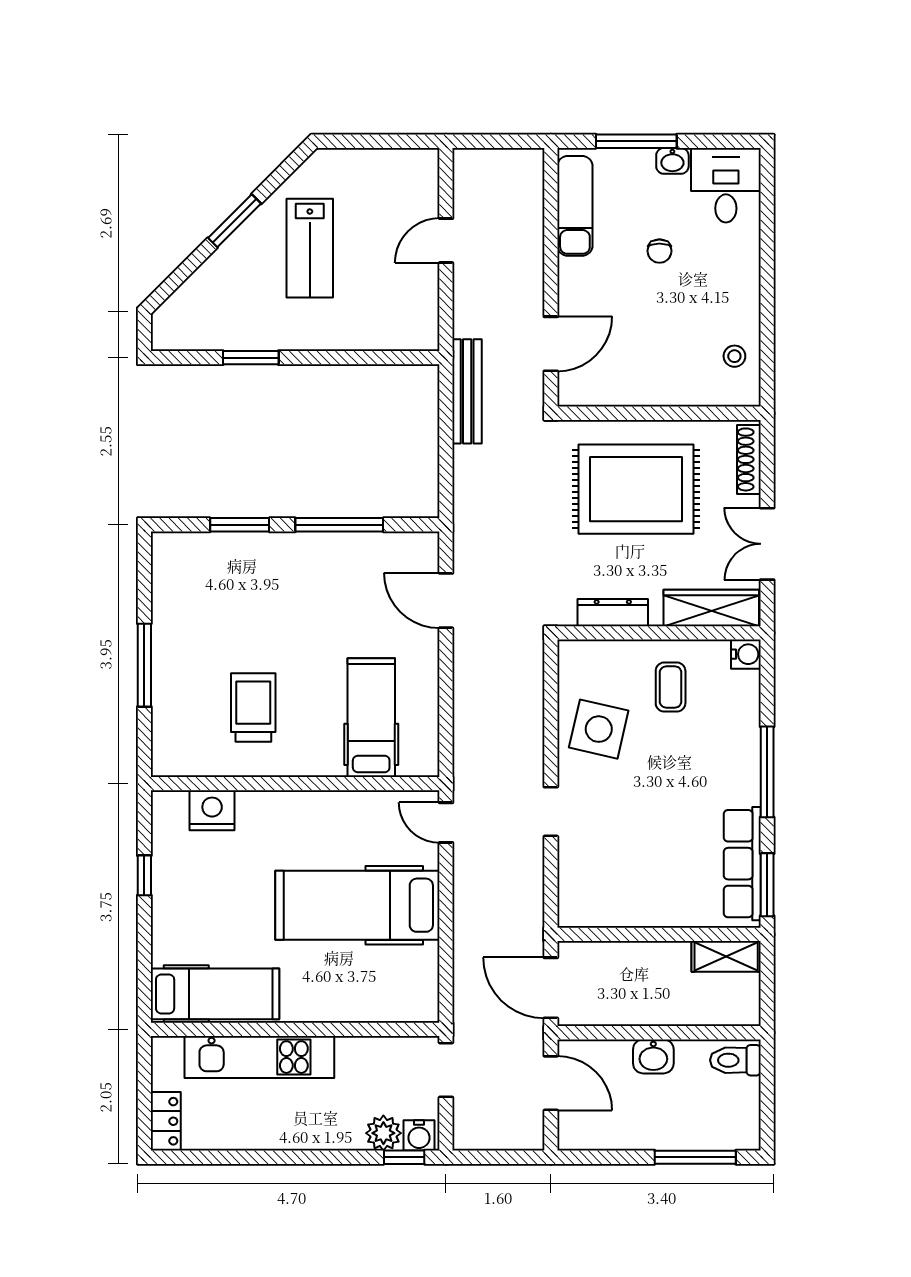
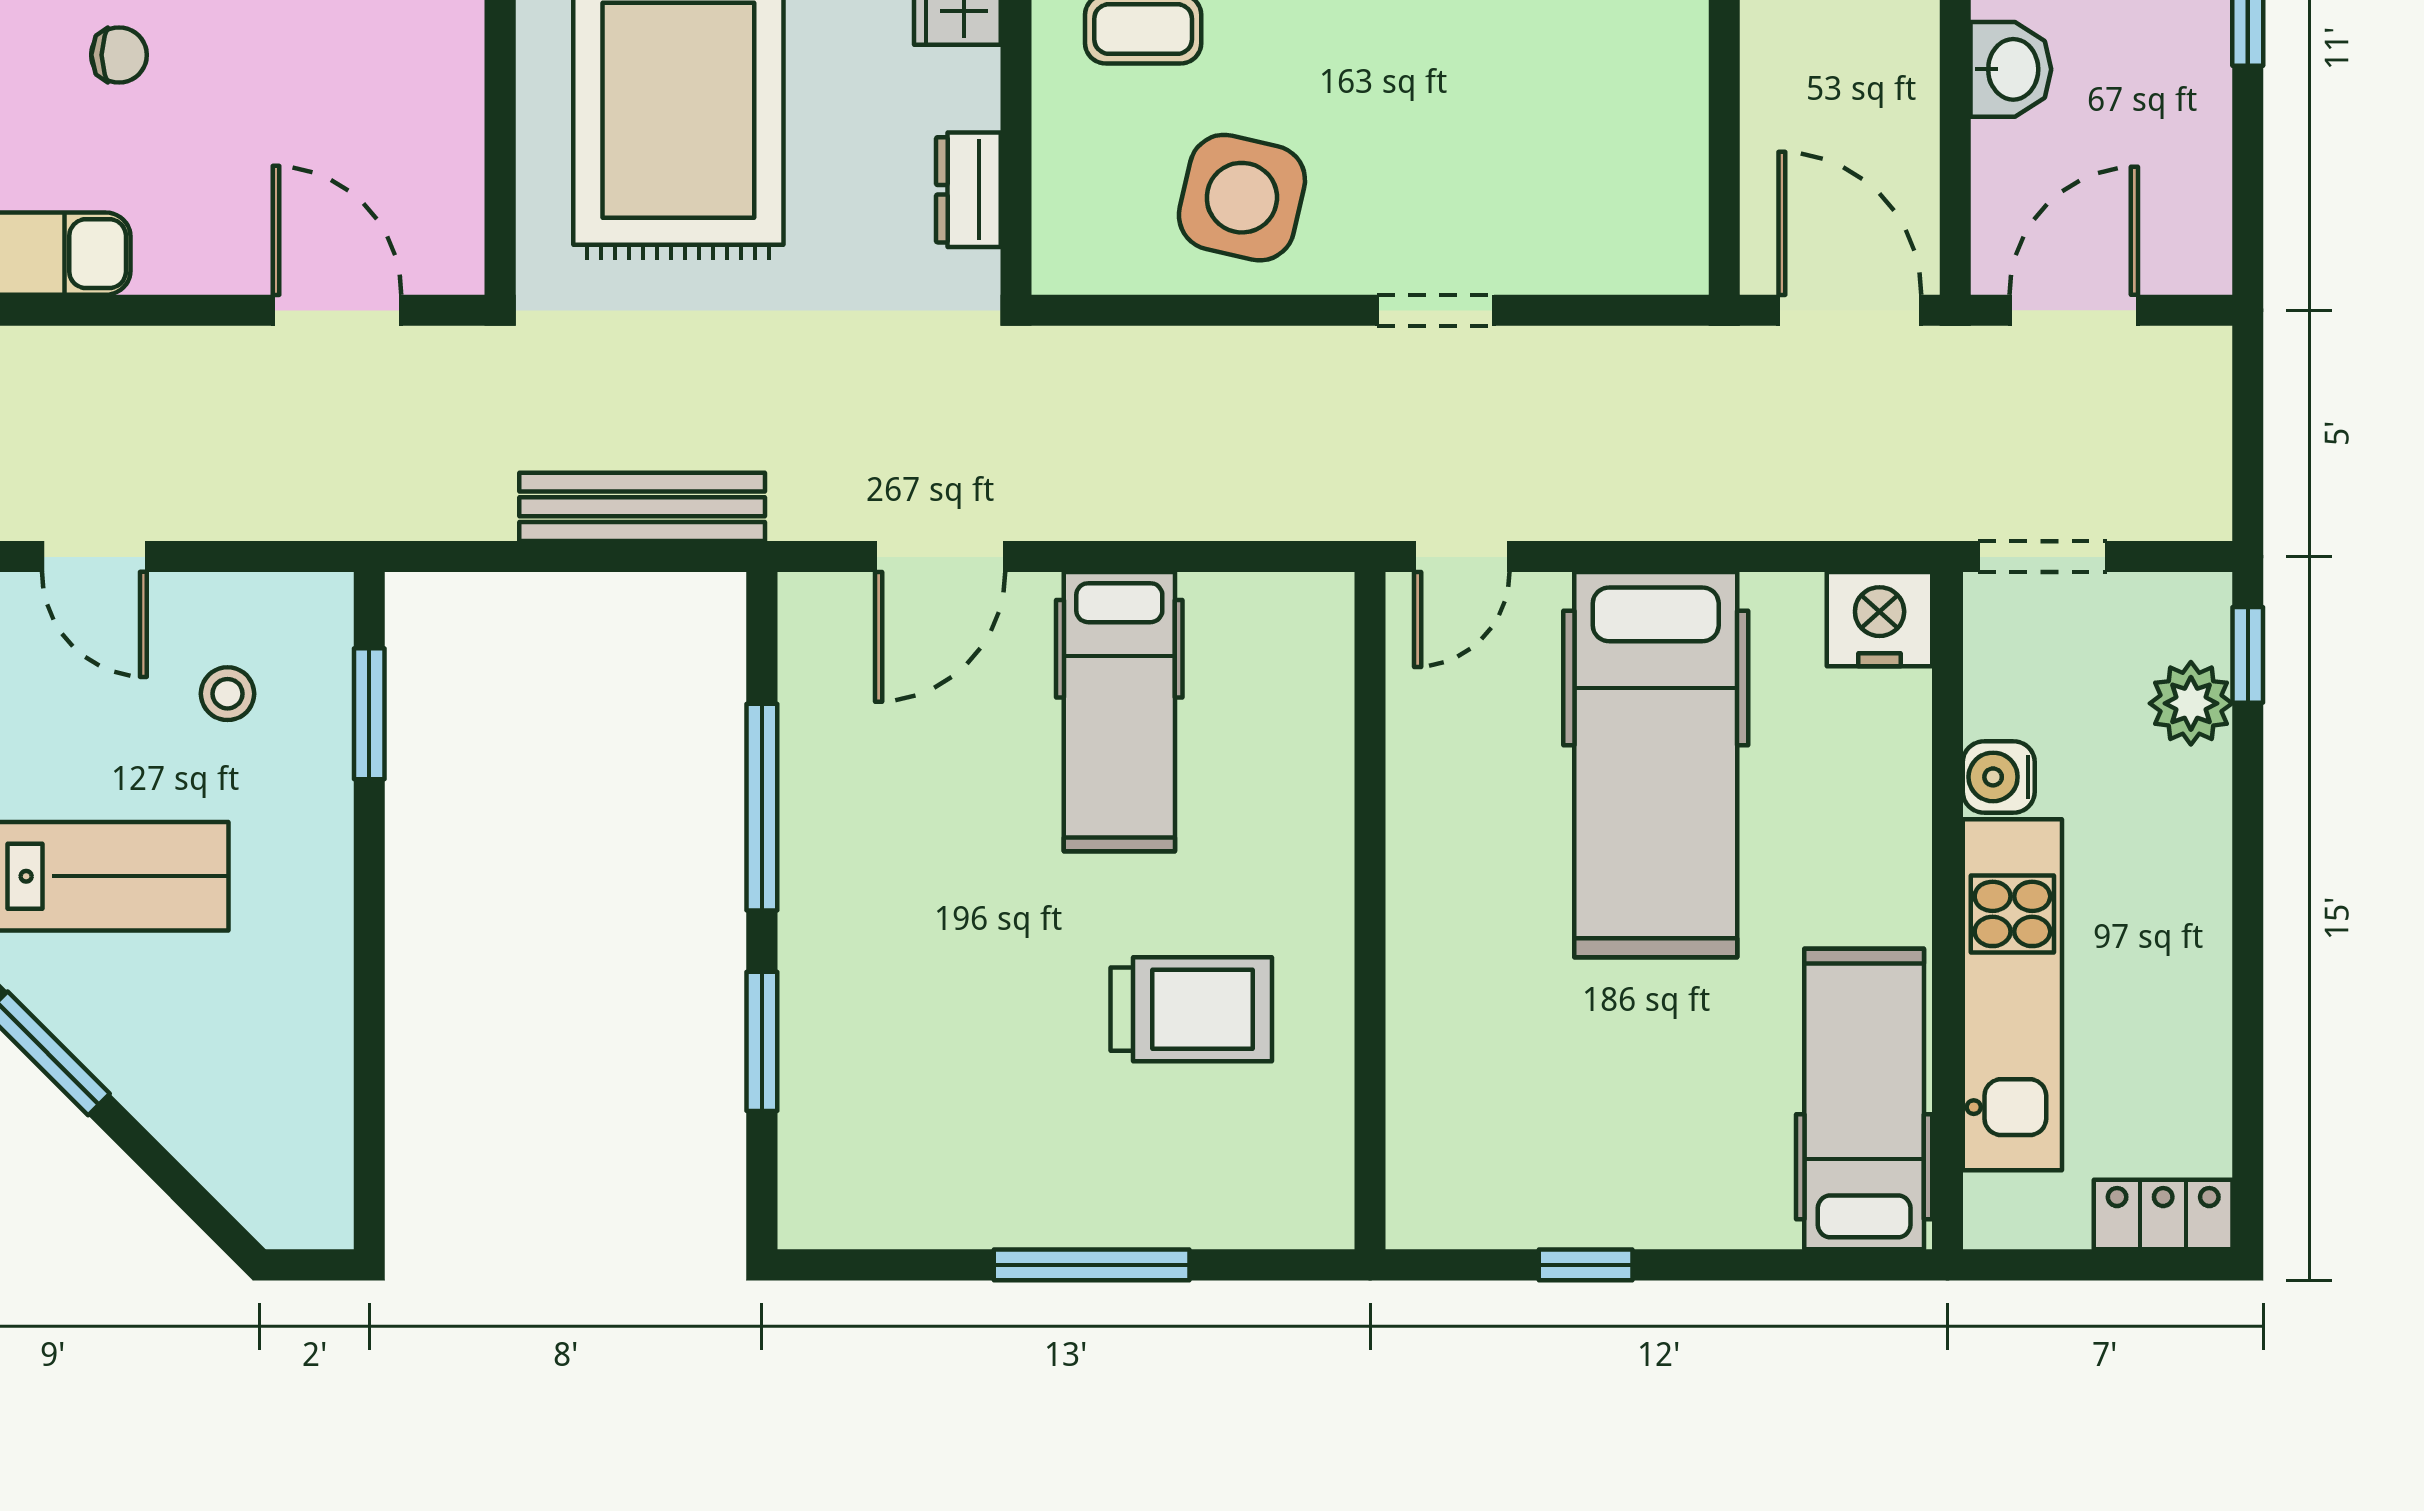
stool: (388, 297) -> (228, 694), added
window: (251, 358) -> (369, 714), moved
bench: (467, 391) -> (642, 507), moved
dresser: (613, 613) -> (968, 190), width x0.70
trolley: (253, 707) -> (1191, 1009), turned 180
hospital bed: (371, 718) -> (1119, 712), moved, turned -90
nightstand: (212, 810) -> (1880, 619), moved, turned 90
door: (551, 988) -> (1850, 310), swing flipped
water cooler: (419, 1135) -> (1999, 777), moved, turned 180

